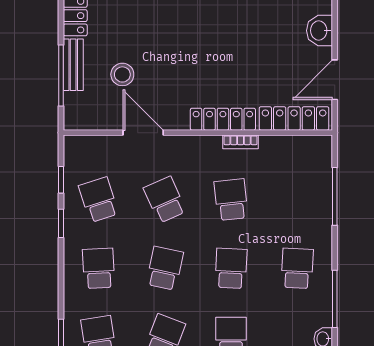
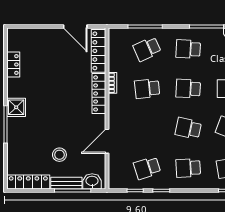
washbasin: (319, 31) -> (92, 181), moved, turned 180
stool: (122, 74) -> (59, 155), moved
school desk: (165, 200) -> (147, 49), moved

